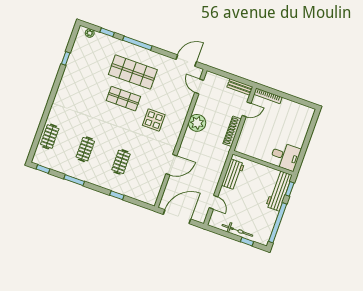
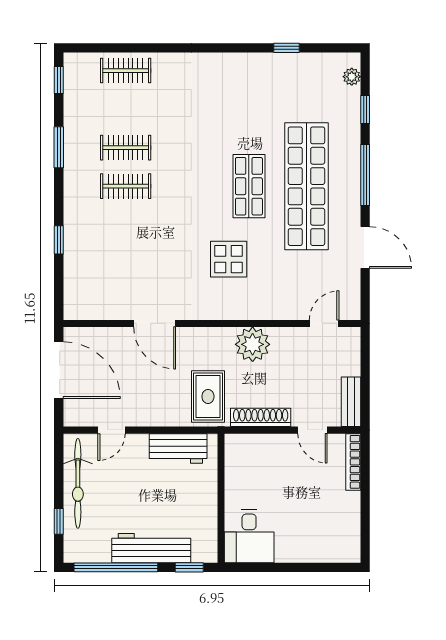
door: (186, 61) -> (365, 247), moved
shop shelf: (133, 72) -> (306, 186), width x1.40
rug: (214, 152) -> (208, 396), added
clothes rail: (121, 162) -> (126, 186), moved
workbench: (279, 191) -> (151, 548), moved
bicycle: (237, 230) -> (78, 483), width x1.37, depth x1.40

